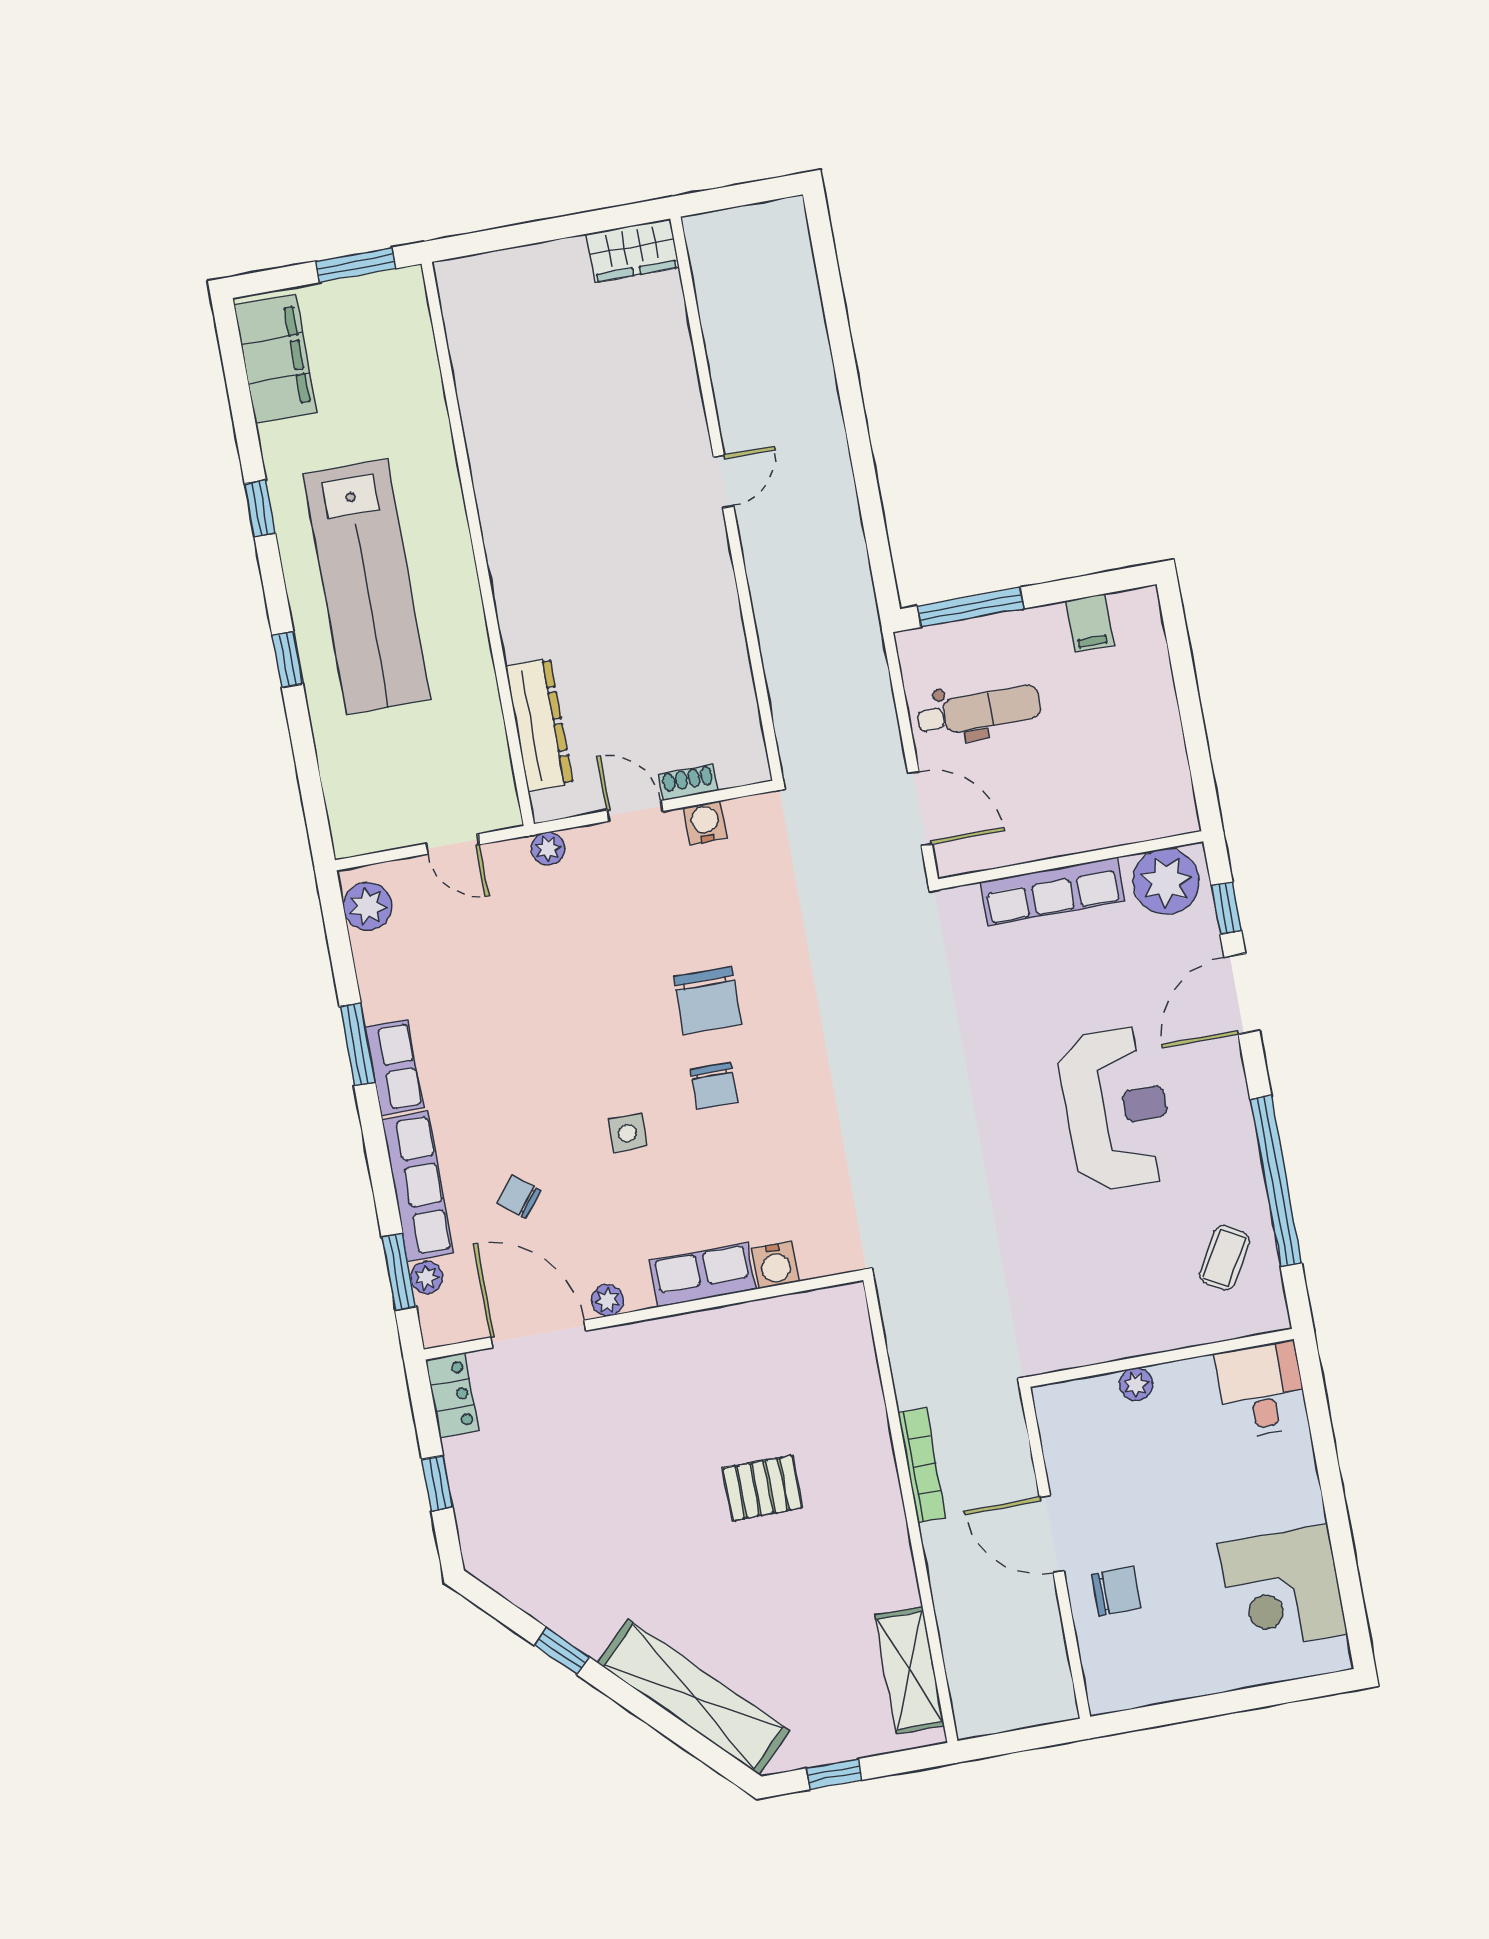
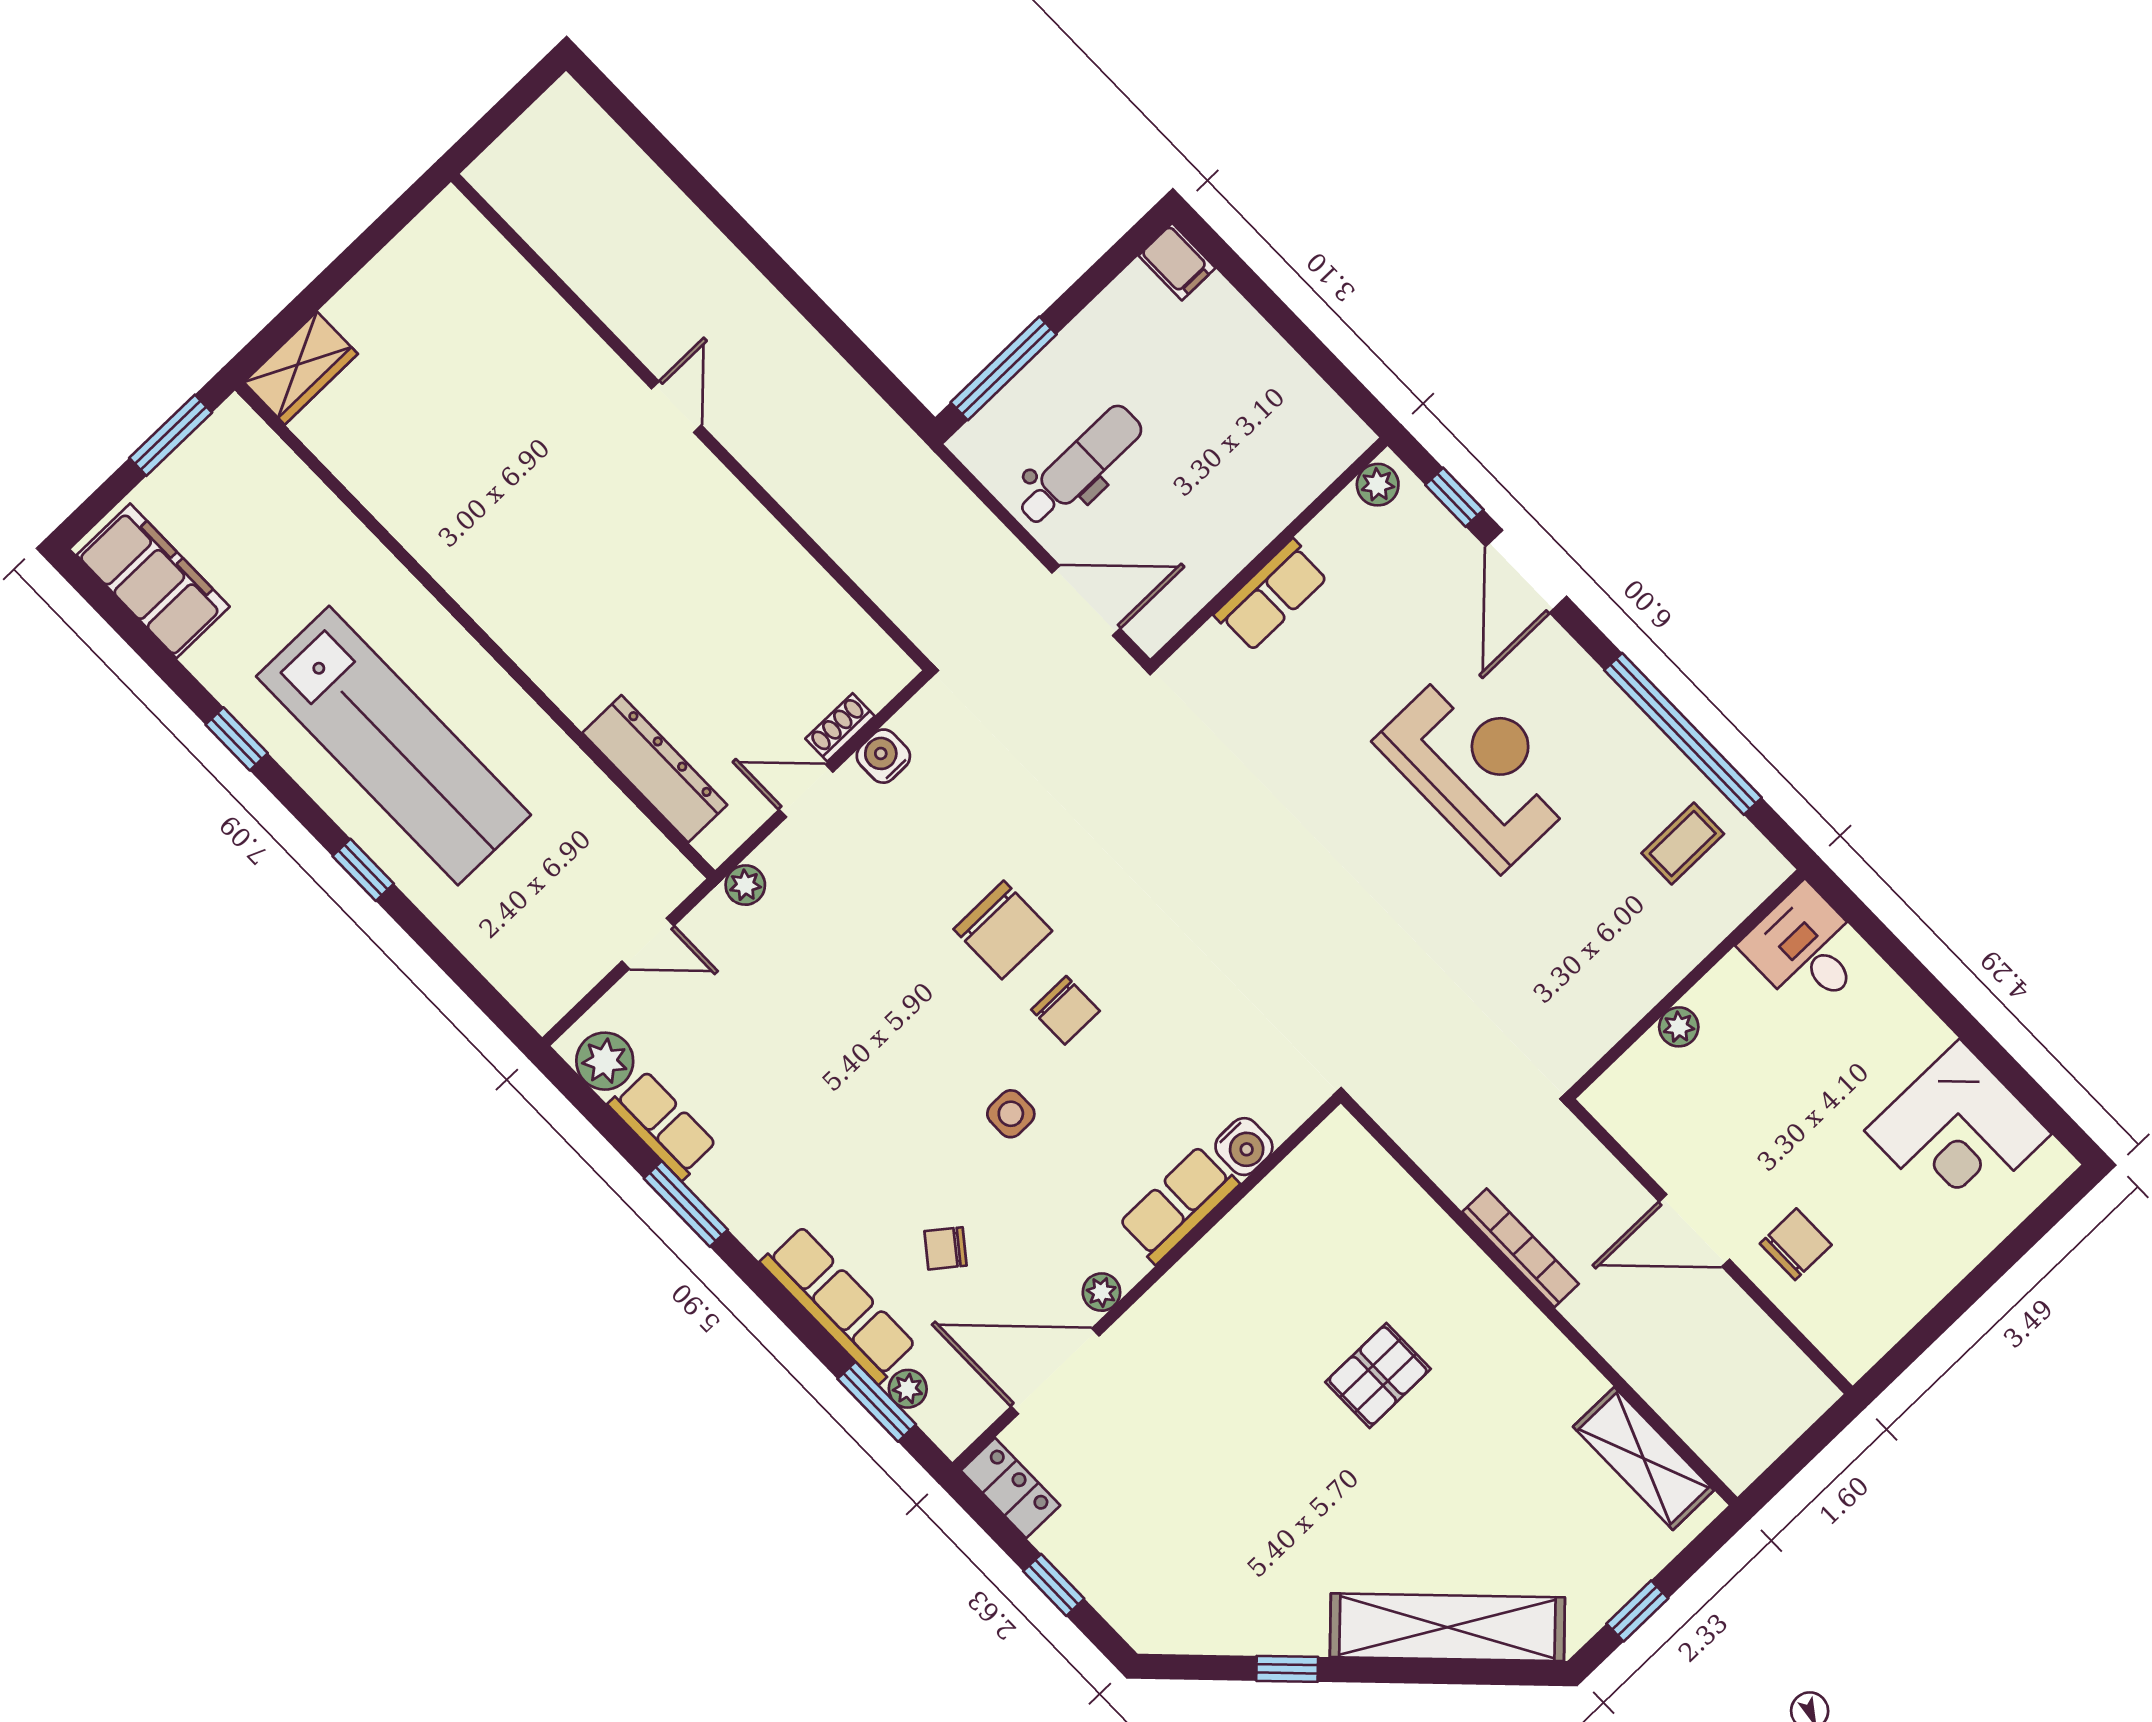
wardrobe: (633, 251) -> (301, 368), moved
filing cabinet: (1089, 623) -> (1177, 262), moved
plant: (1166, 881) -> (1378, 485), width x0.53, depth x0.53
row of seats: (1052, 892) -> (1271, 595), width x0.68
row of seats: (394, 1067) -> (663, 1125), moved
coffee table: (1224, 1258) -> (1683, 844), turned 60

